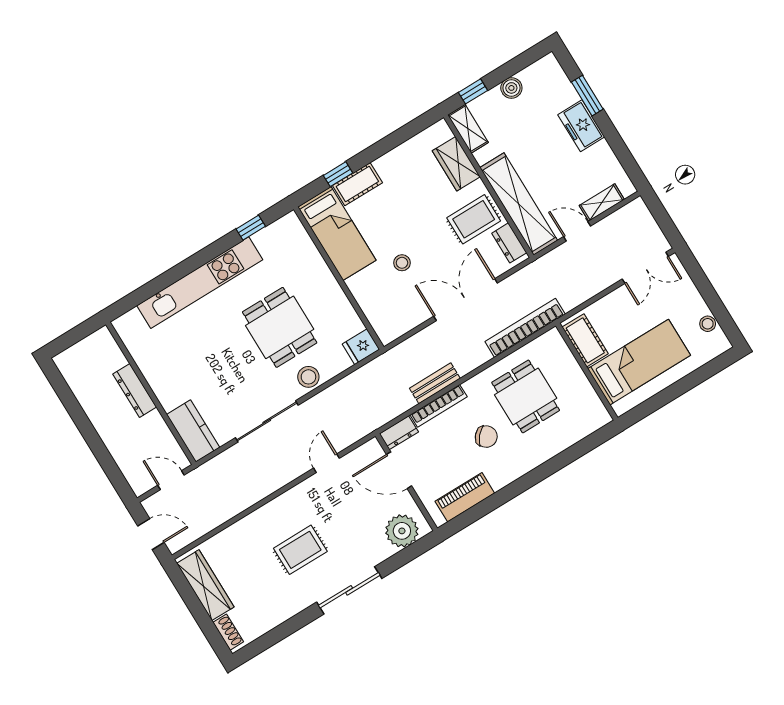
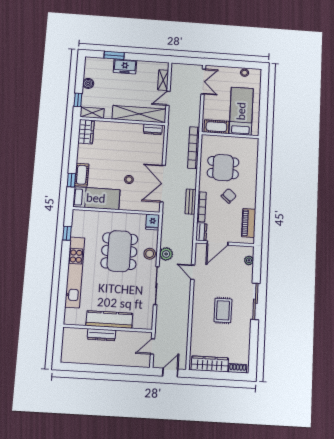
wardrobe: (456, 164) -> (86, 132), moved, turned -90
rug: (474, 219) -> (132, 137), removed
double door: (466, 300) -> (163, 184), moved
dining table: (280, 327) -> (119, 251), width x1.38
plant: (326, 402) -> (166, 254), added
kitchen counter: (193, 431) -> (109, 319), moved, width x1.50
plant: (402, 531) -> (249, 260), width x0.53, depth x0.53

